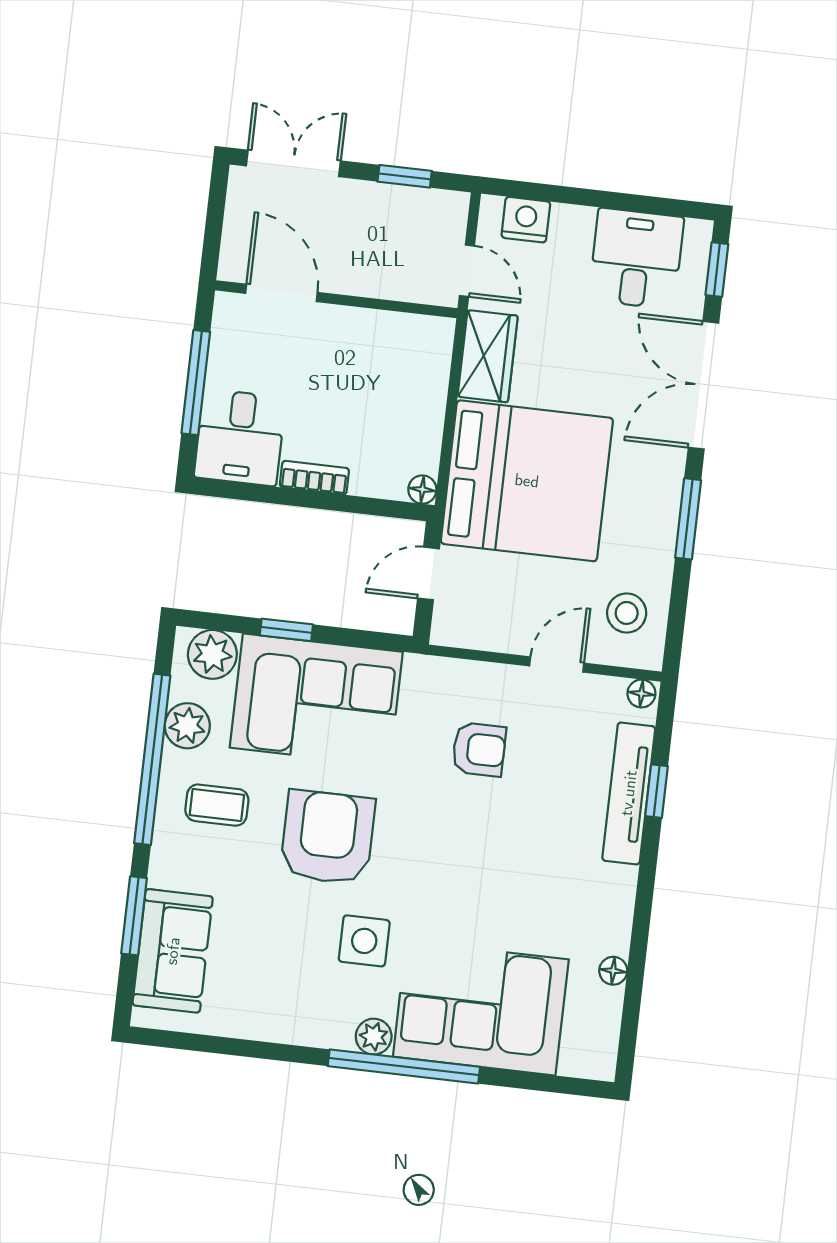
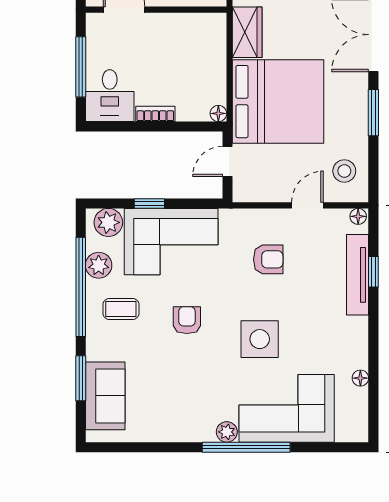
armchair: (328, 837) -> (187, 320), width x0.53, depth x0.53
side table: (364, 941) -> (260, 339), moved, width x1.37, depth x1.37

